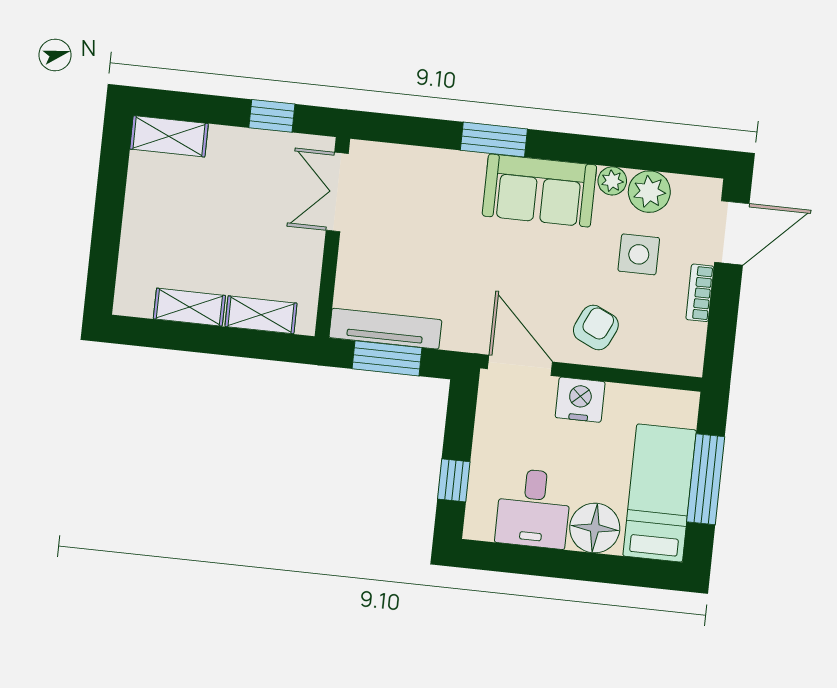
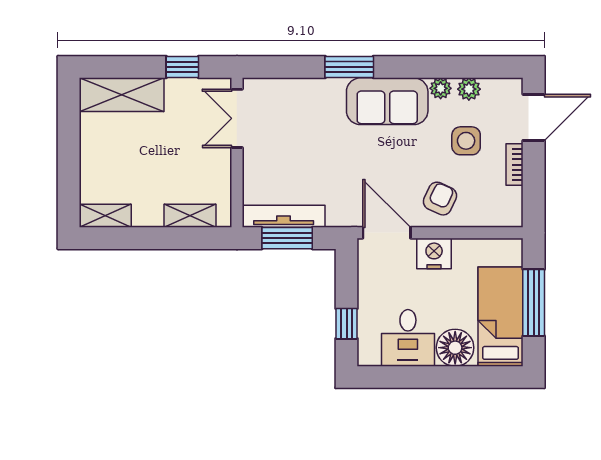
shelving: (169, 136) -> (122, 95), width x1.50, depth x1.33
plant: (649, 192) -> (469, 89), width x0.73, depth x0.73
shelving: (189, 307) -> (105, 216), moved

